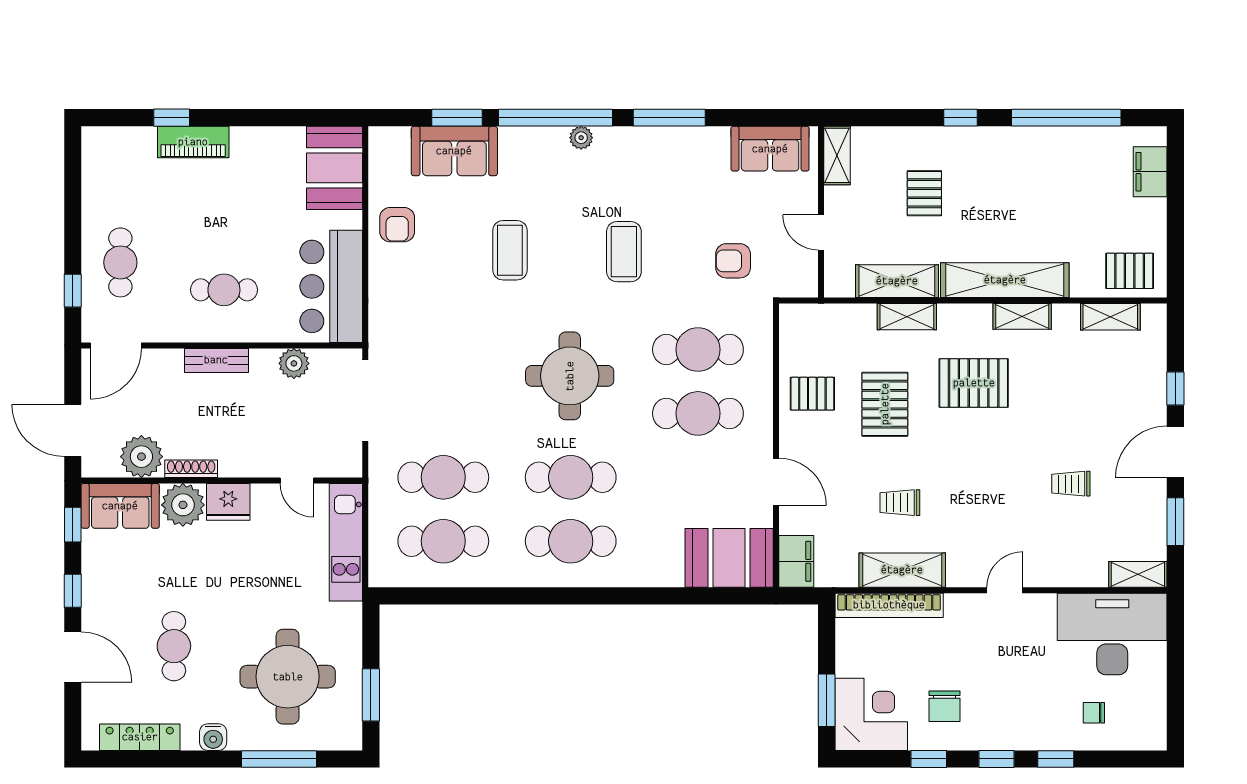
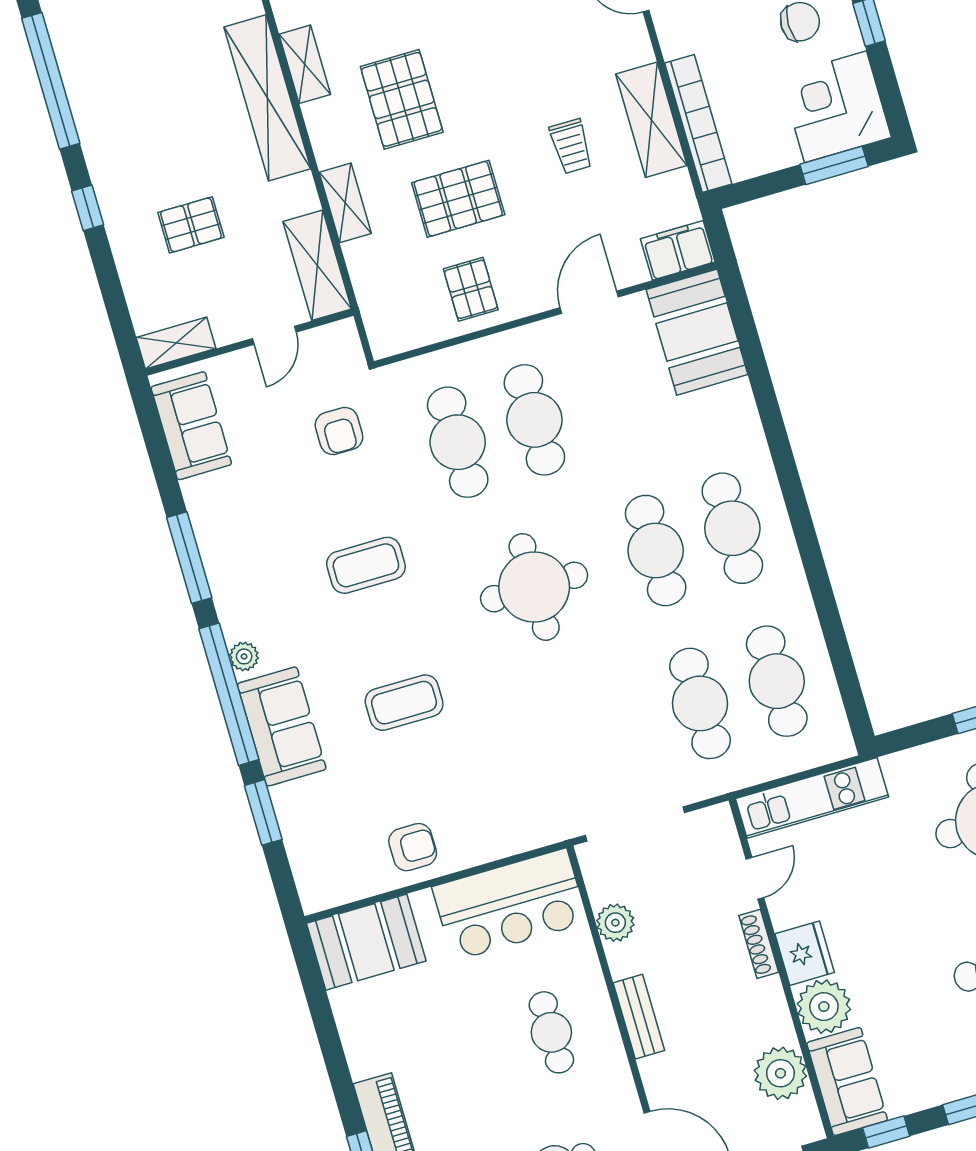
sofa: (454, 151) -> (282, 726), moved
shelving: (897, 281) -> (317, 265), moved
shoe rack: (191, 469) -> (759, 944), moved

